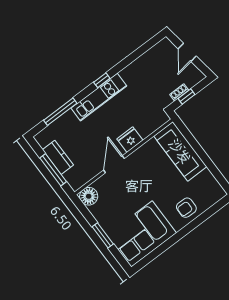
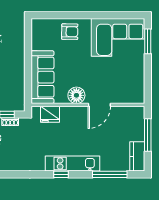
fridge: (130, 140) -> (50, 114), moved
kitchen counter: (58, 157) -> (137, 156), moved
floor lamp: (89, 196) -> (76, 95), moved
window: (103, 235) -> (148, 41), moved

